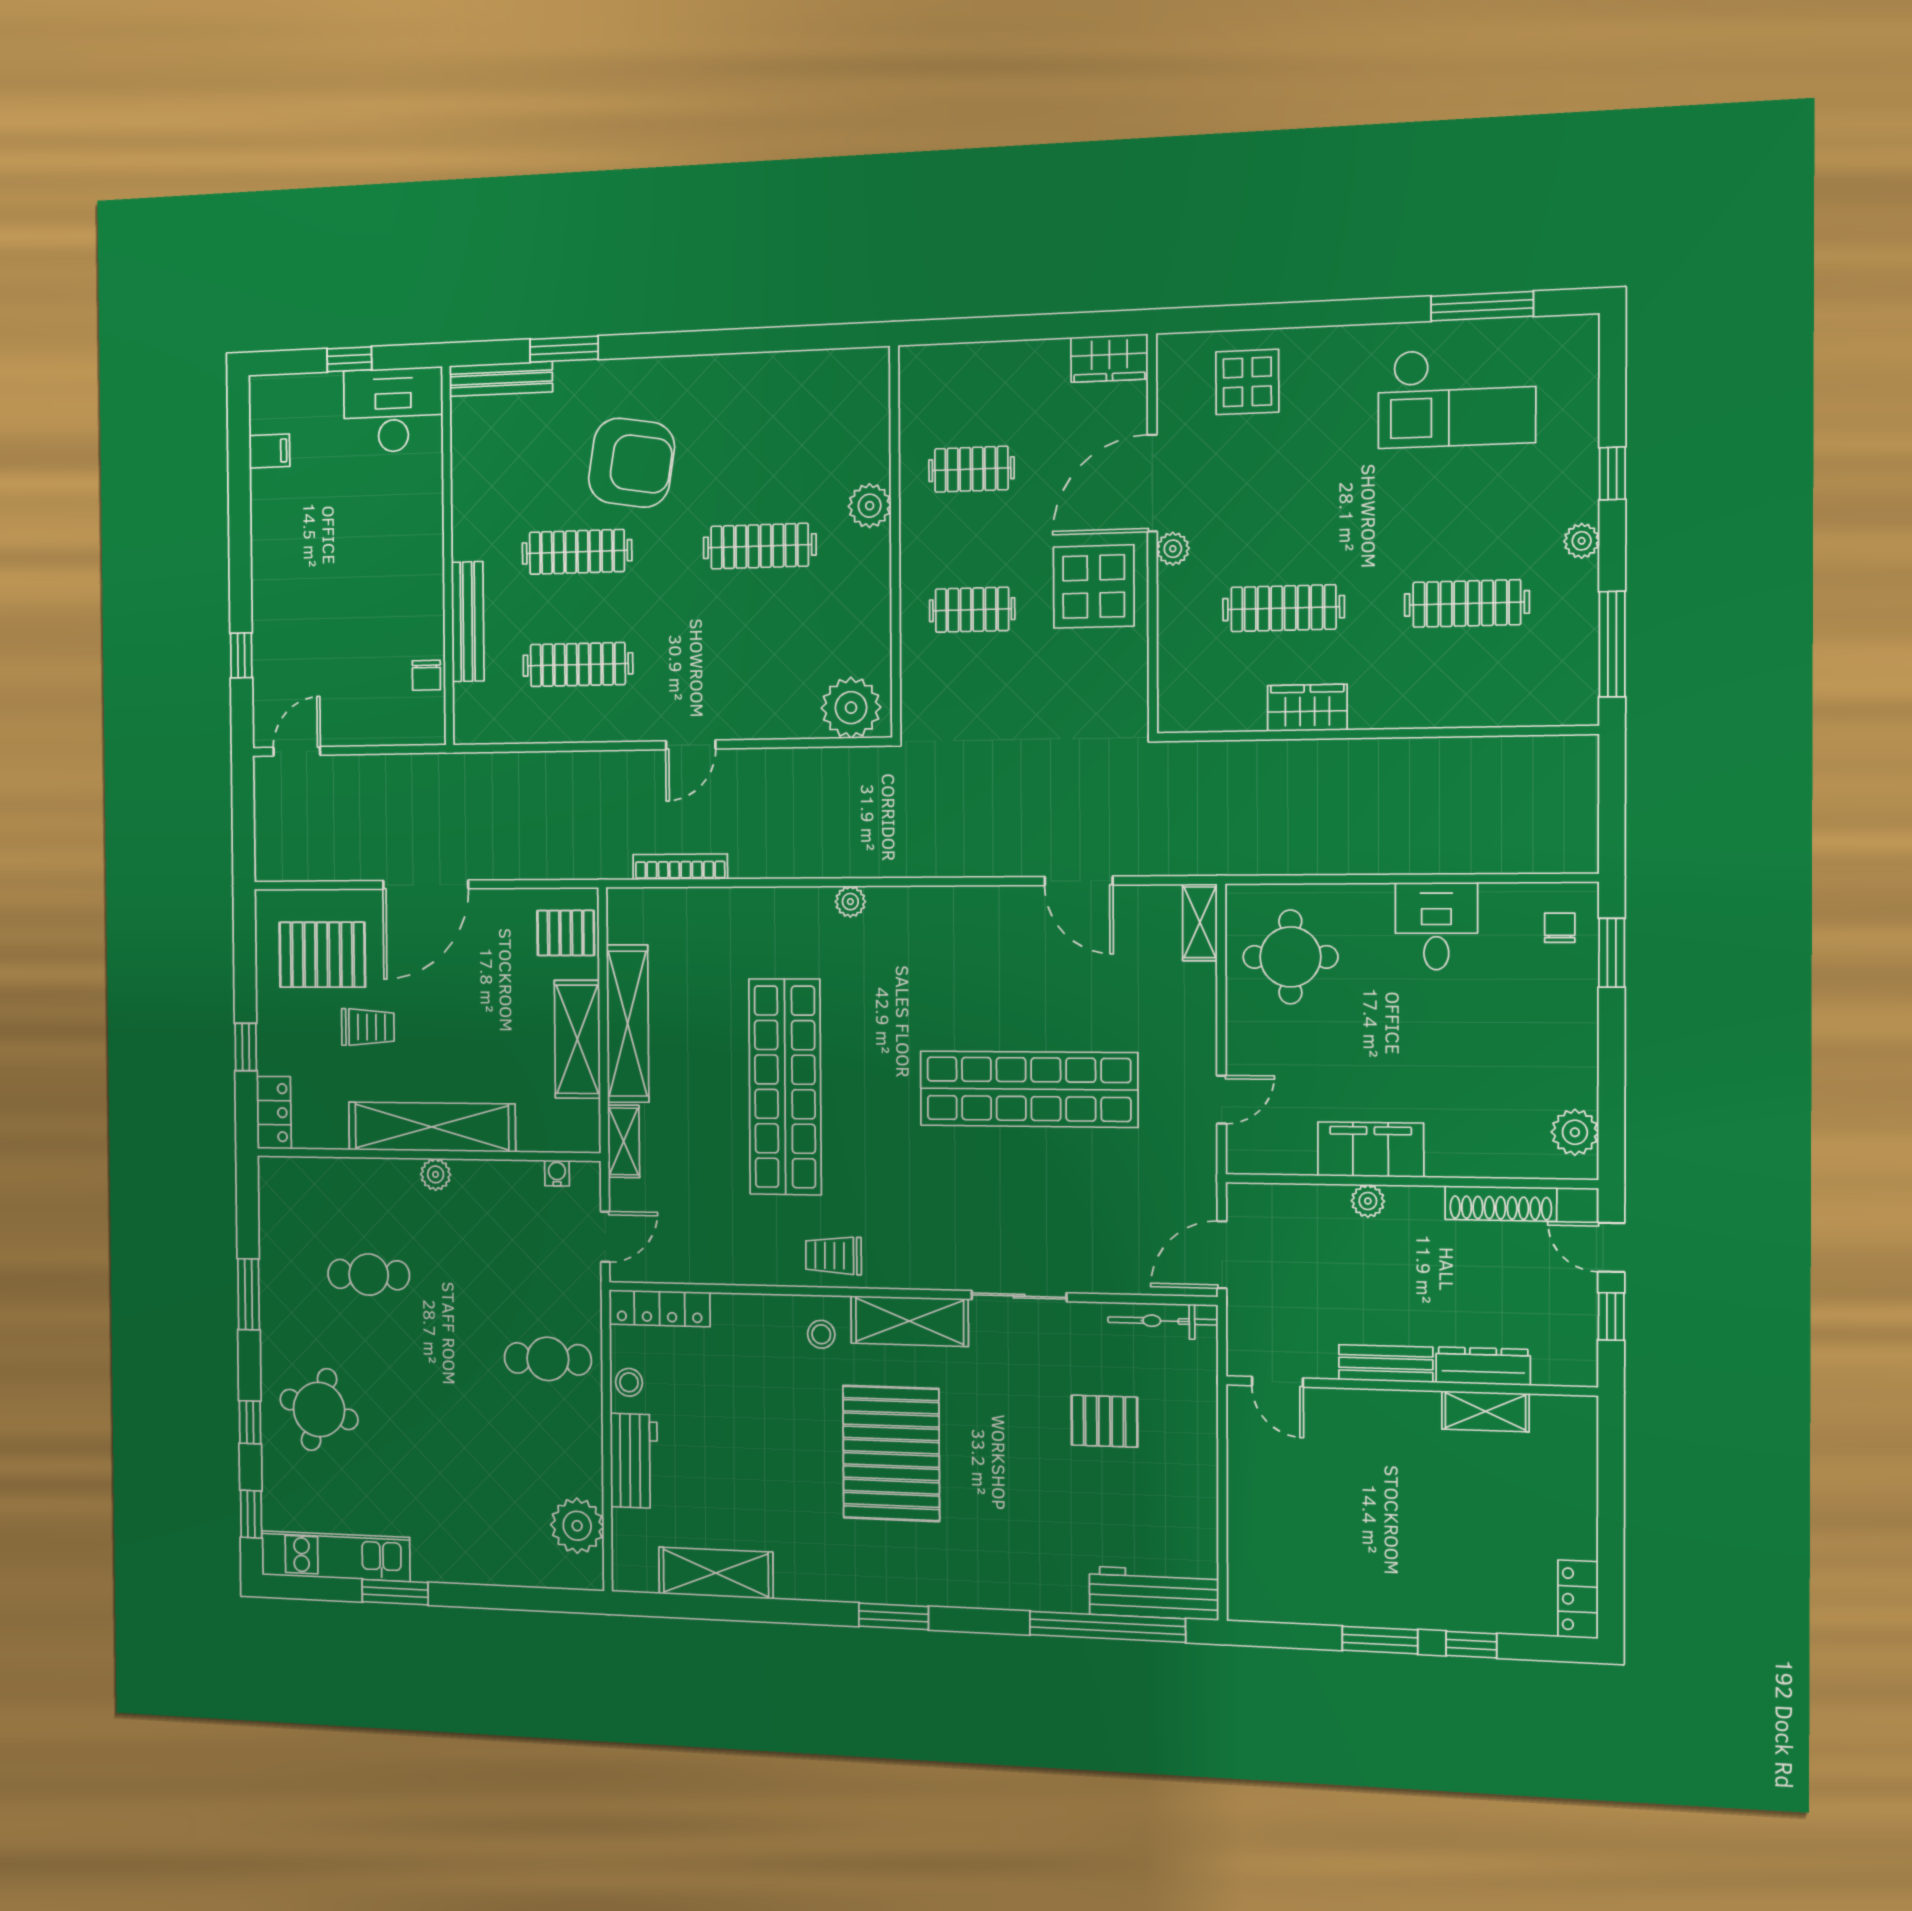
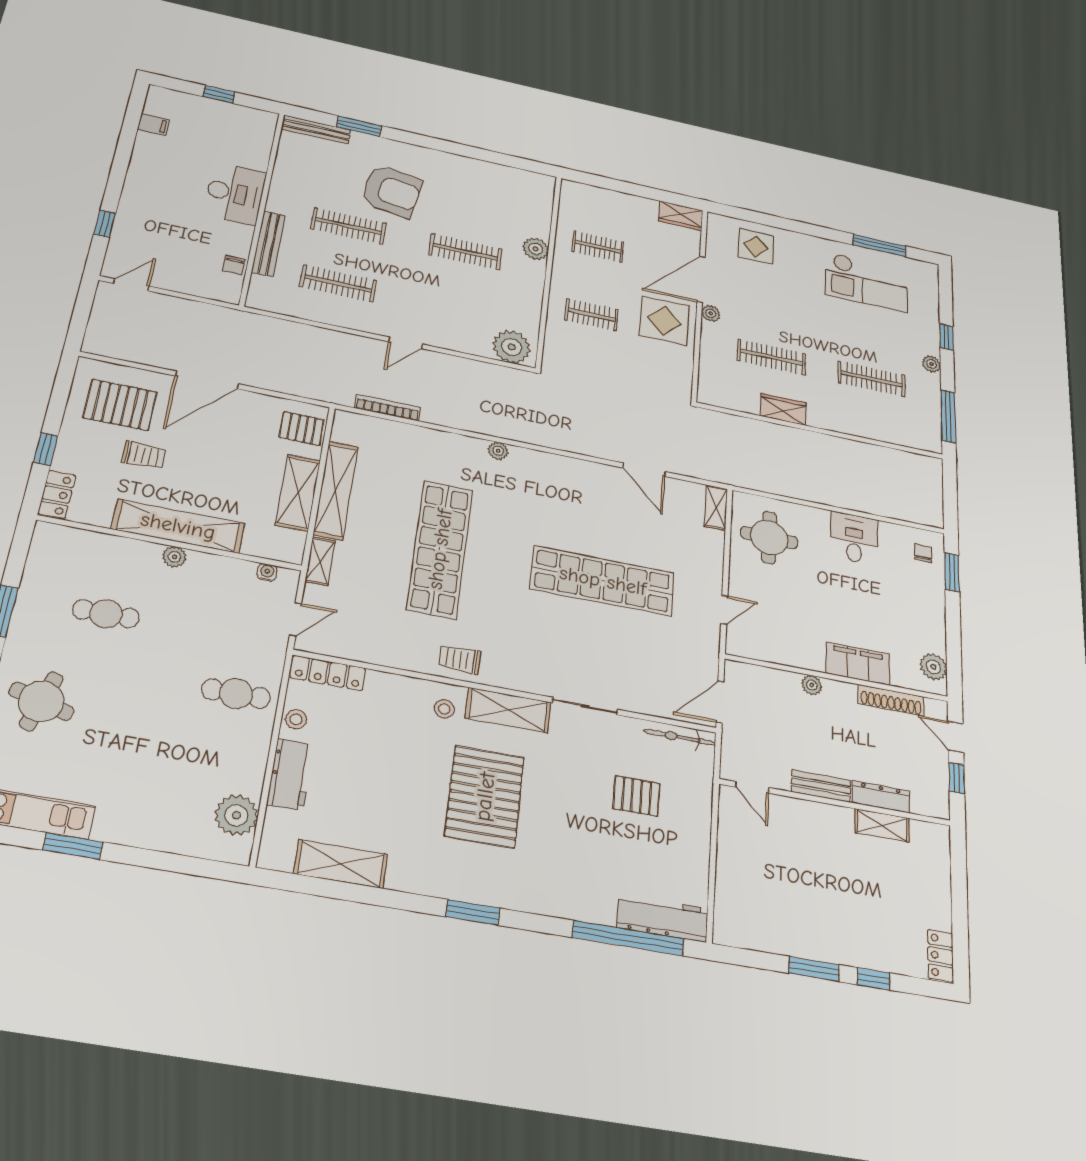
desk: (393, 410) -> (235, 193), moved, turned 90
filing cabinet: (1371, 1150) -> (858, 664), moved

